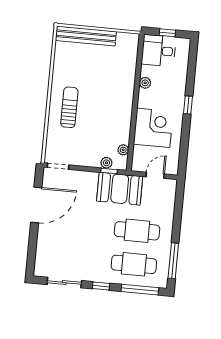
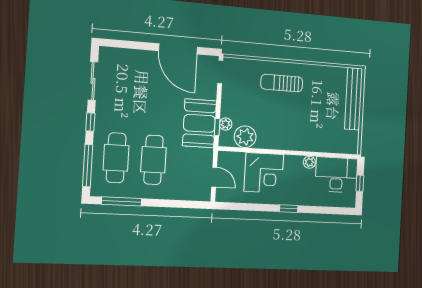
desk: (159, 51) -> (336, 175), width x1.37
sun lounger: (69, 107) -> (282, 83), turned 180
plant: (123, 150) -> (245, 137), width x1.87, depth x1.87
booth: (120, 189) -> (199, 123), moved

